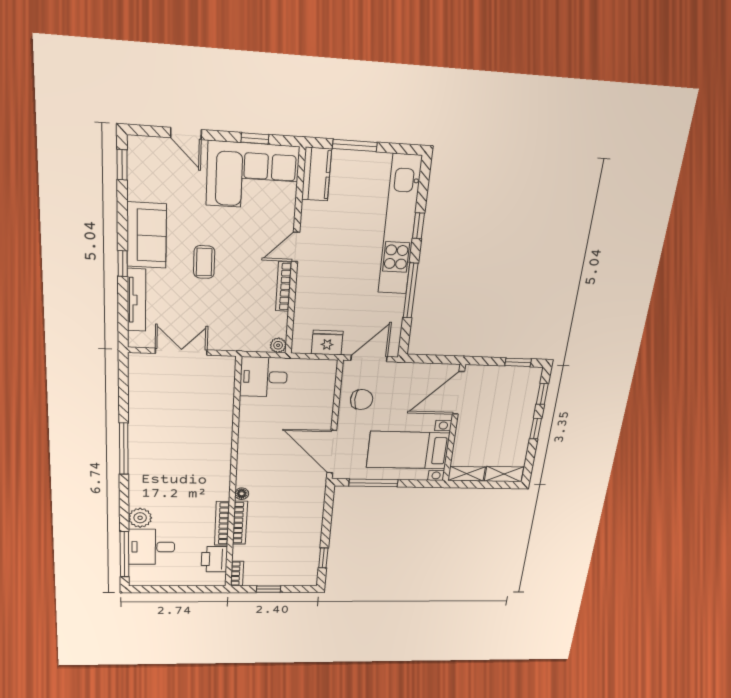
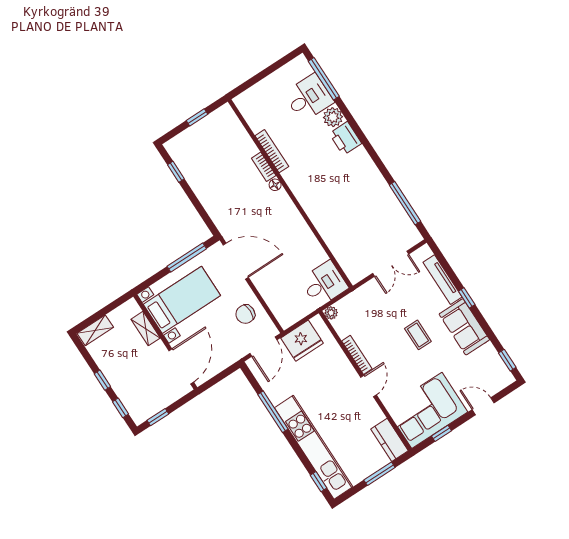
window: (418, 226) -> (318, 482), moved
fridge: (327, 343) -> (302, 341), width x1.36, depth x1.34
window: (124, 449) -> (405, 203), moved
shelving: (466, 474) -> (146, 329), moved, turned 90
bookcase: (240, 523) -> (264, 167), width x0.64
printer: (214, 559) -> (345, 138), moved, turned 180
bookcase: (237, 574) -> (231, 116), removed

